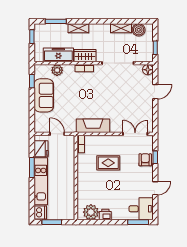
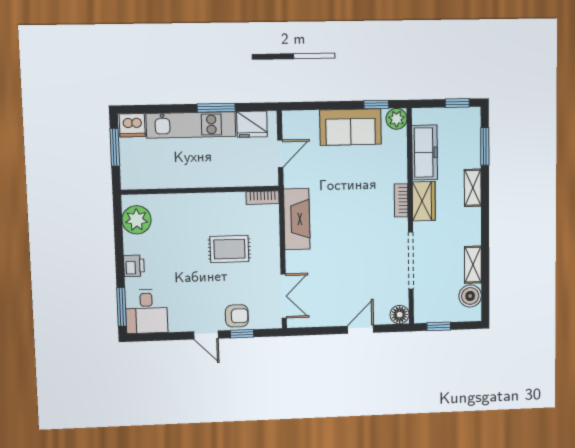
plant: (57, 70) -> (396, 119), moved
door: (155, 92) -> (361, 329), swing flipped
rug: (108, 163) -> (229, 249), turned 90
door: (155, 188) -> (206, 335), moved
printer: (105, 215) -> (134, 266), moved

